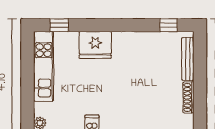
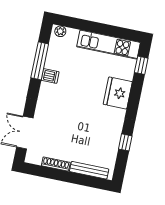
window: (169, 25) -> (125, 142), moved

